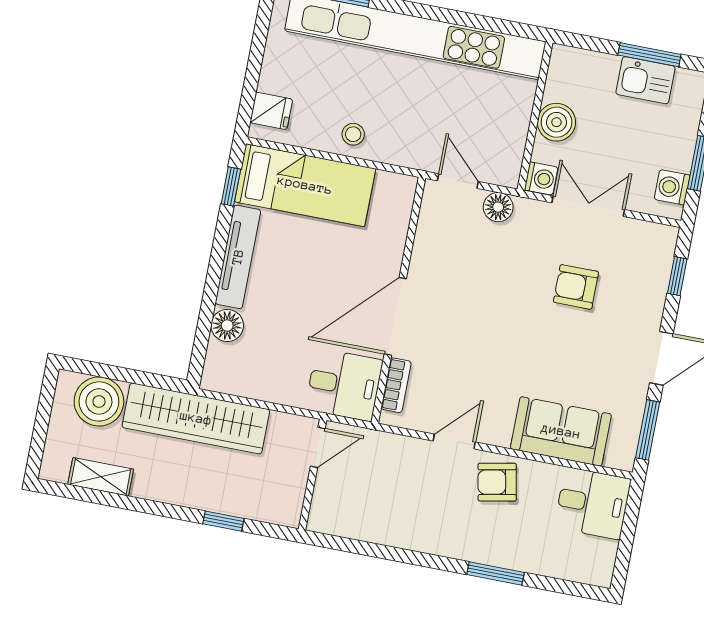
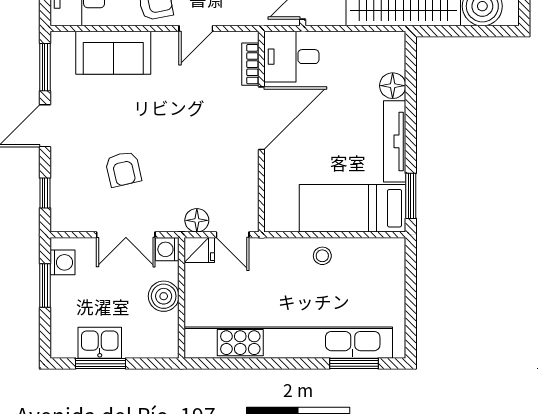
fridge: (271, 111) -> (199, 250), moved, turned 180
window: (231, 186) -> (411, 196), width x1.50
armchair: (576, 287) -> (123, 169), turned 77

